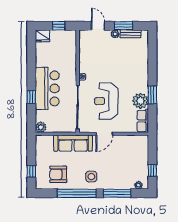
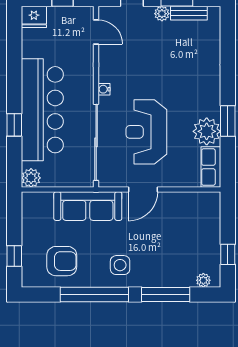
door: (78, 44) -> (96, 32), added
bar counter: (47, 88) -> (42, 110), width x1.36
armchair: (58, 174) -> (62, 261), turned 180

